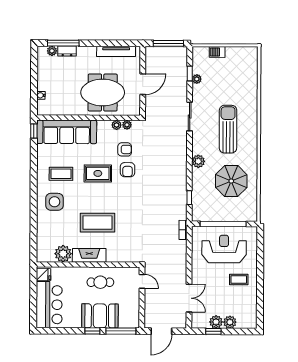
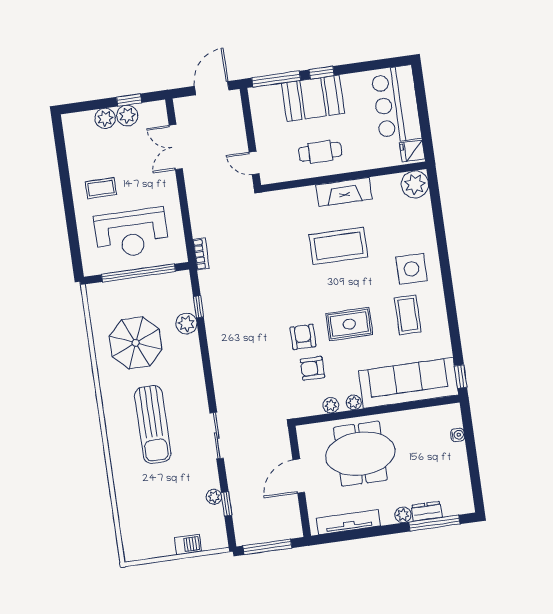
plant: (52, 51) -> (403, 515), moved
plant: (127, 125) -> (354, 402), moved
plant: (198, 161) -> (186, 324), moved
coffee table: (61, 174) -> (408, 315), turned 90
plant: (63, 254) -> (415, 184), moved

